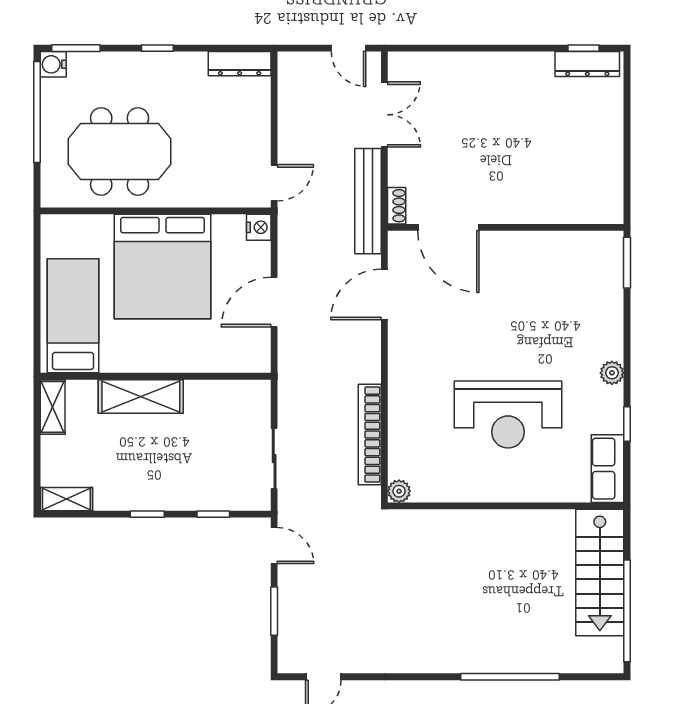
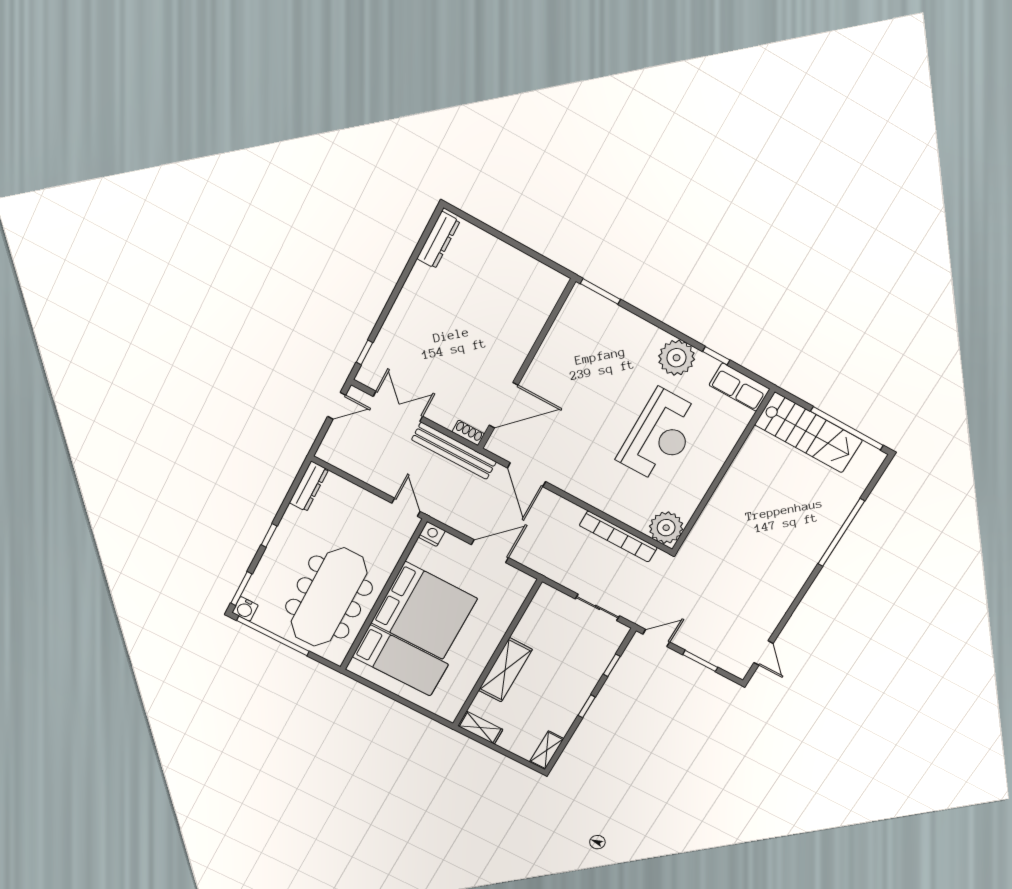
window: (583, 48) -> (364, 352), moved
meeting table: (120, 151) -> (329, 597), width x1.36
door: (274, 302) -> (490, 551), swing flipped
bed: (73, 316) -> (400, 660), moved, turned 180
plant: (612, 373) -> (677, 358), width x1.88, depth x1.88
plant: (399, 491) -> (666, 528), width x1.88, depth x1.88

